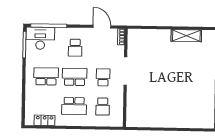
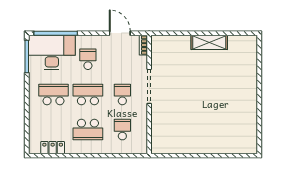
shelving: (186, 36) -> (209, 42), moved
desk: (40, 38) -> (52, 52), width x1.36, depth x1.30
school desk: (75, 48) -> (88, 59), turned 180
school desk: (103, 107) -> (122, 130), turned 180

